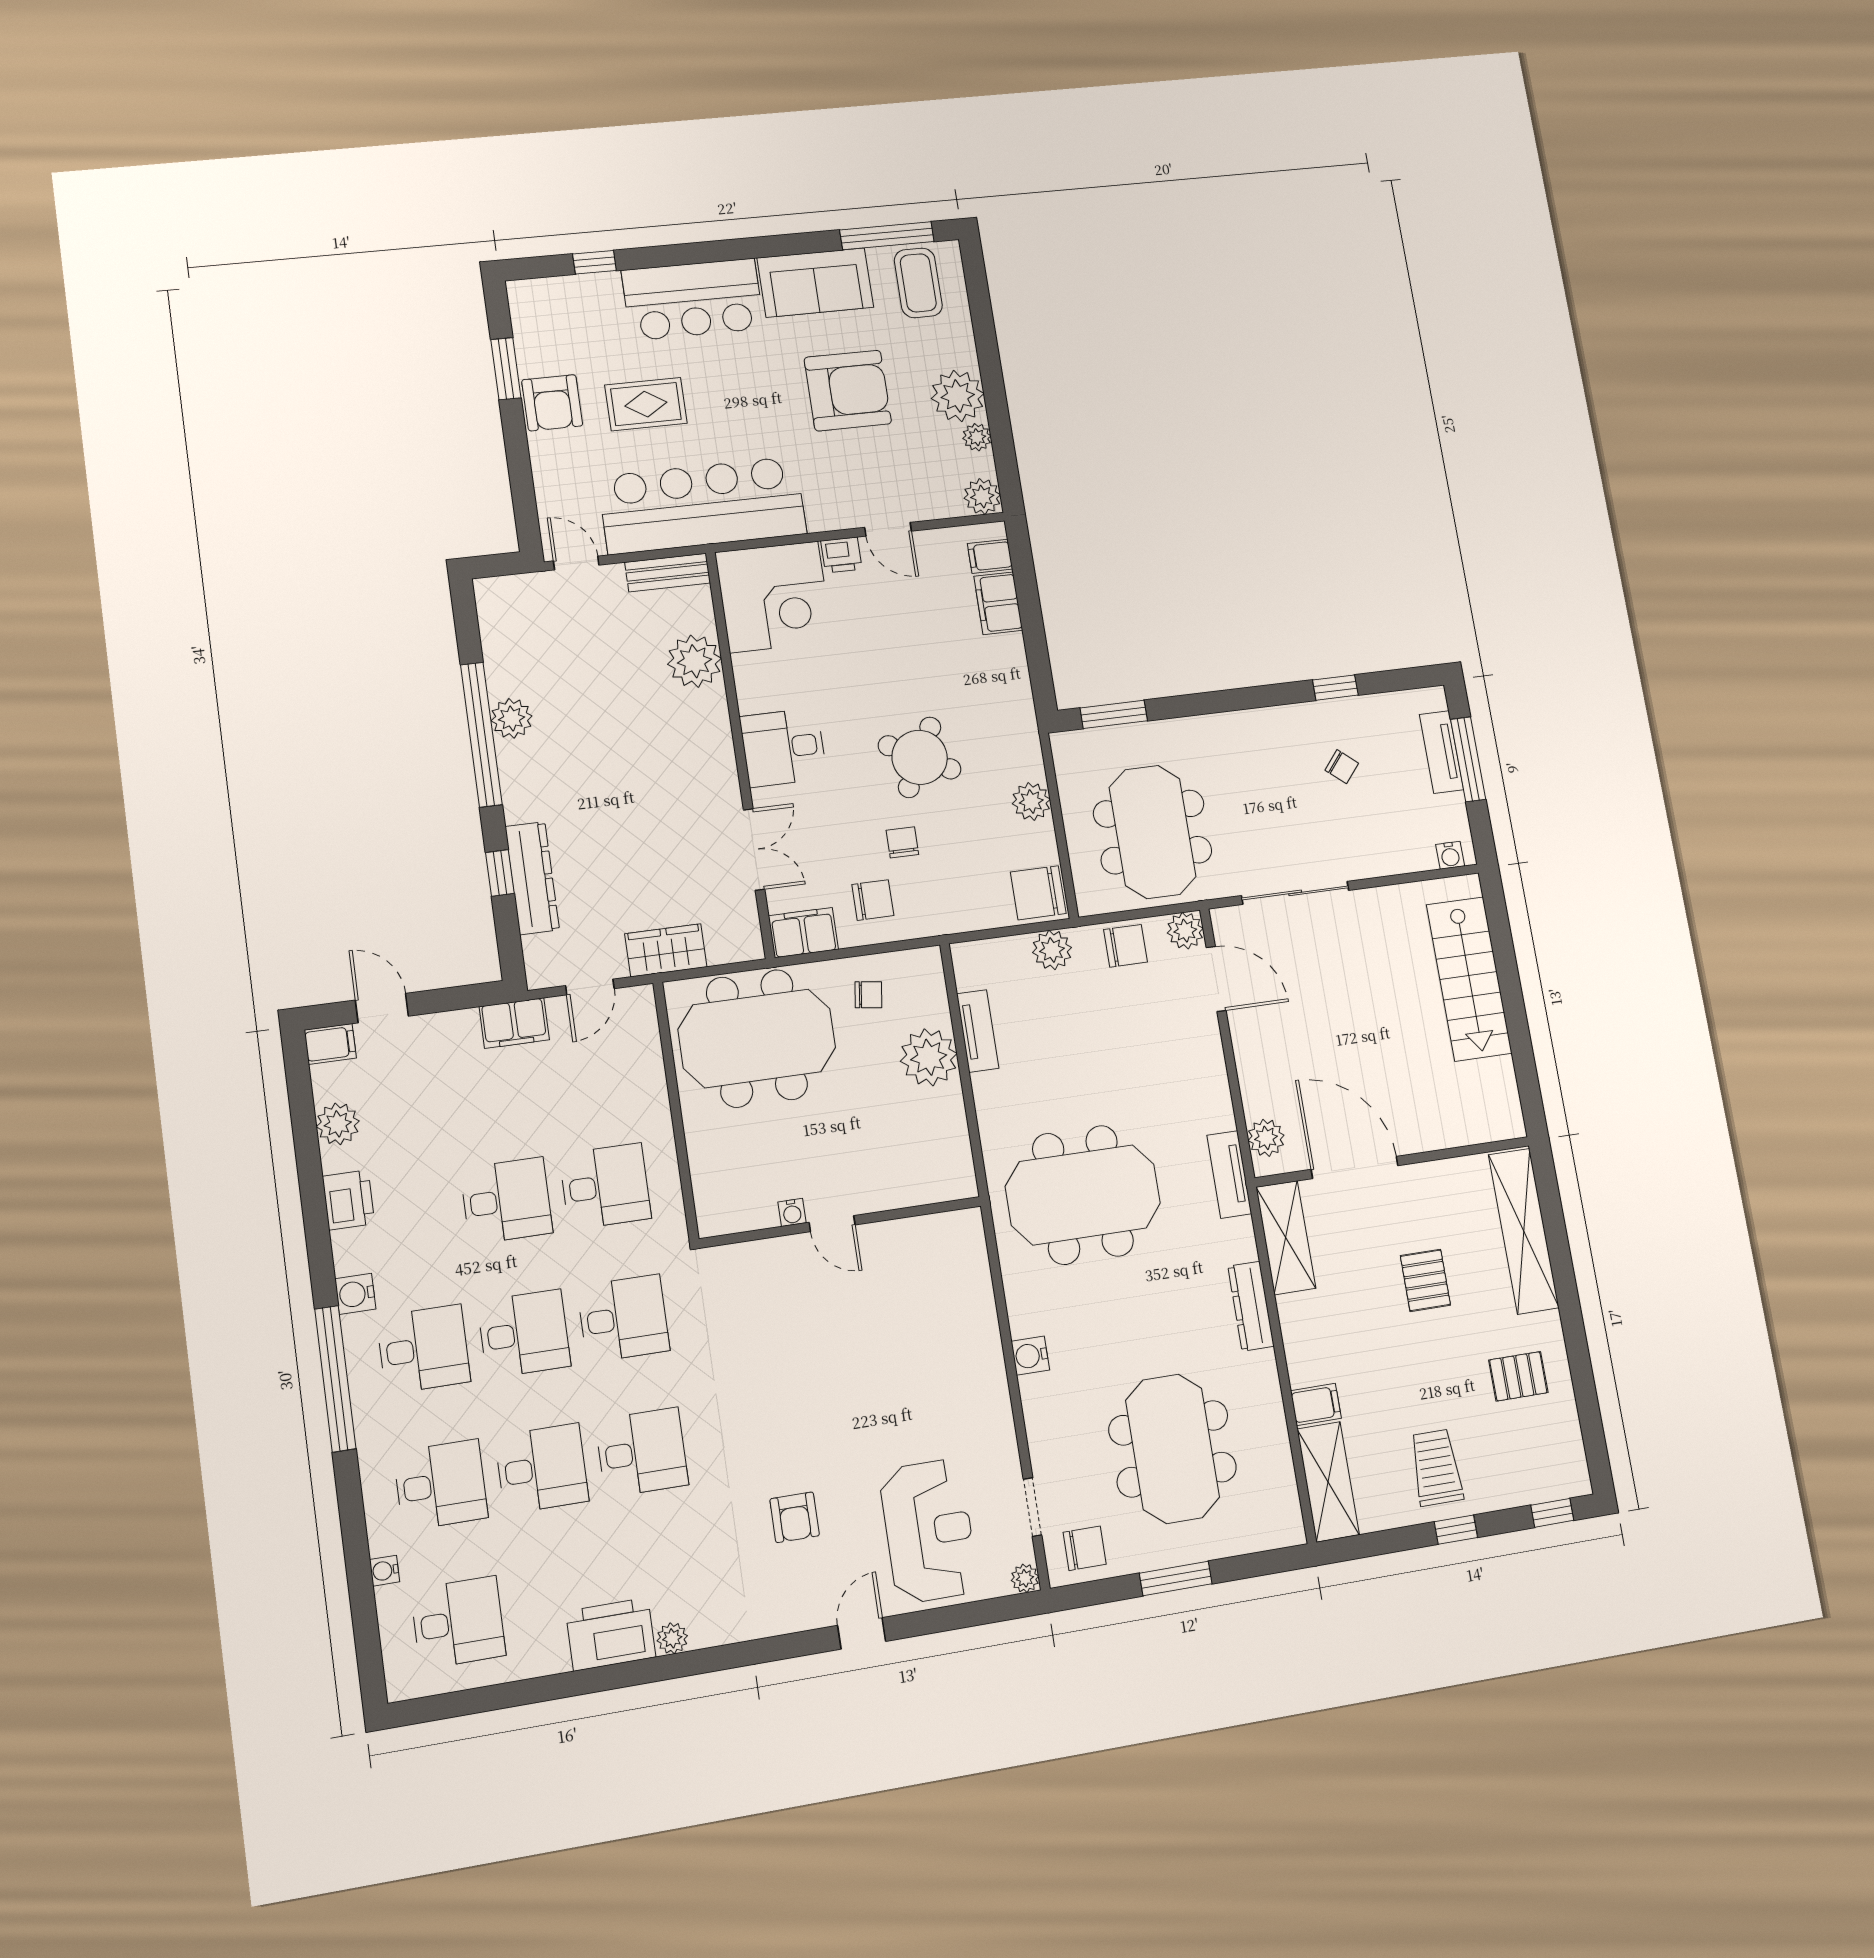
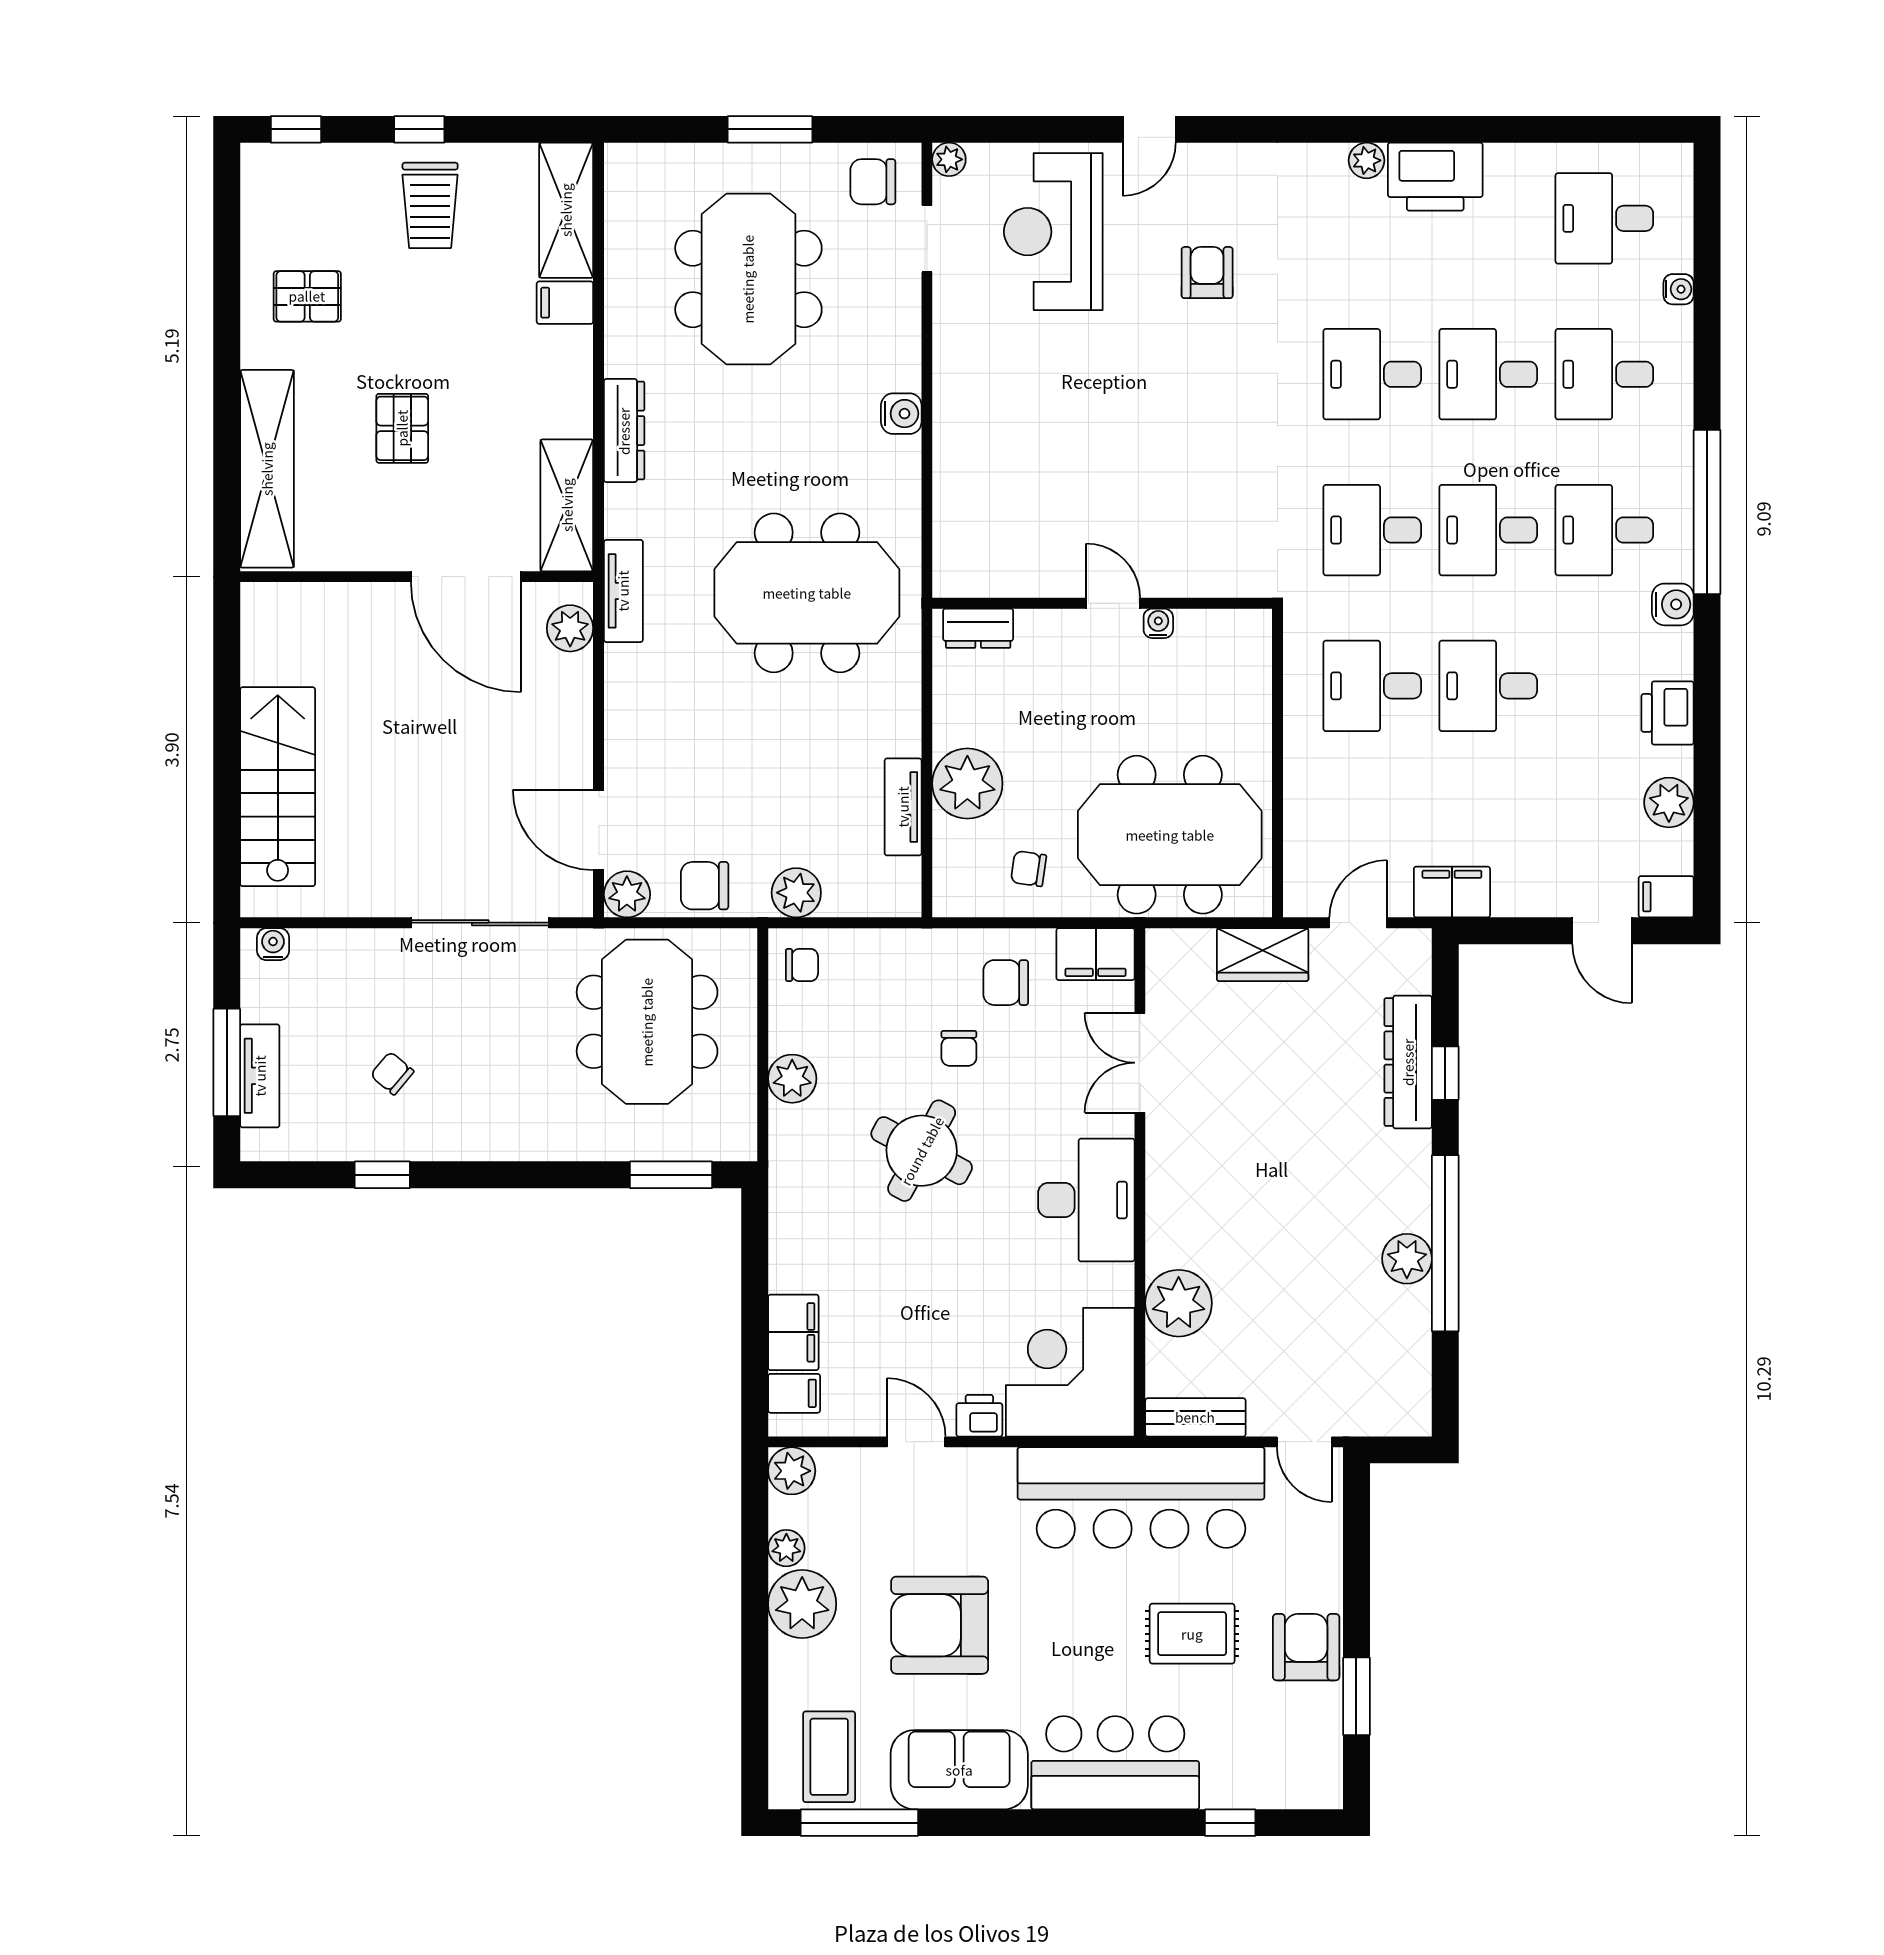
desk: (783, 748) -> (1086, 1200), width x1.37
chair: (1038, 893) -> (802, 965), width x0.54, depth x0.54
dresser: (940, 1186) -> (978, 628), added

